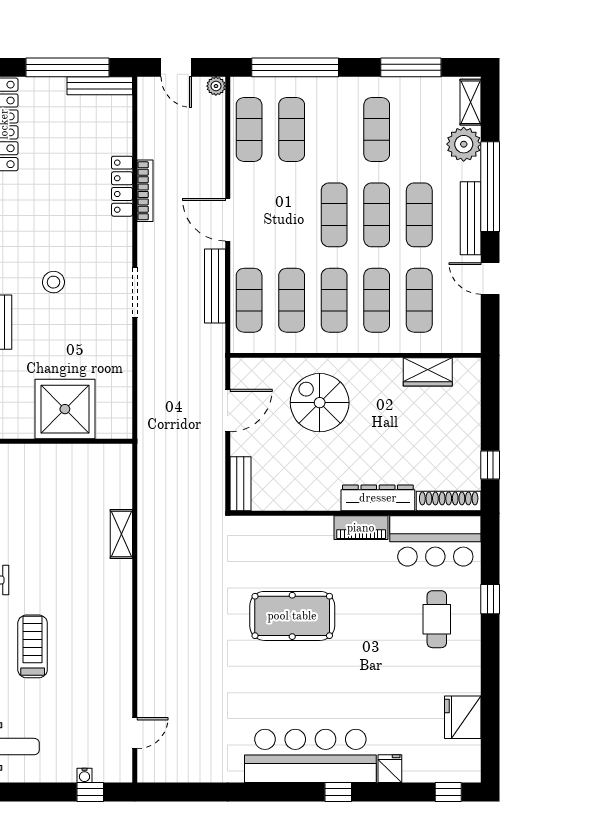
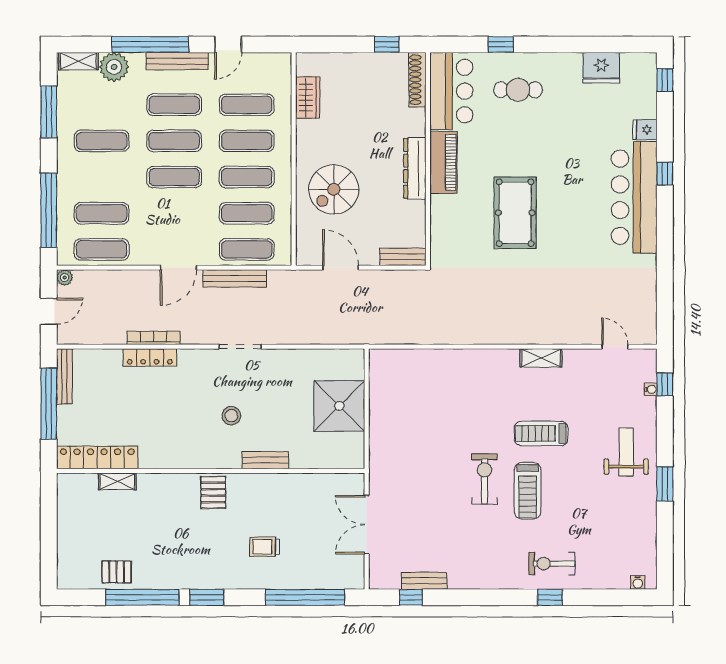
dresser: (378, 498) -> (415, 168), moved
piano: (361, 528) -> (443, 163), width x1.37, depth x1.33
shelving: (121, 534) -> (541, 358), moved

